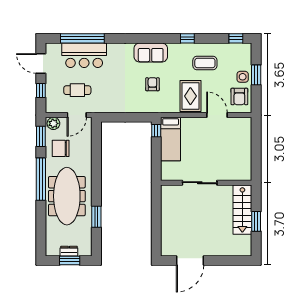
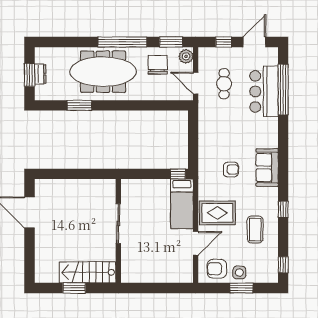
bed: (171, 139) -> (182, 204), moved, turned -90

